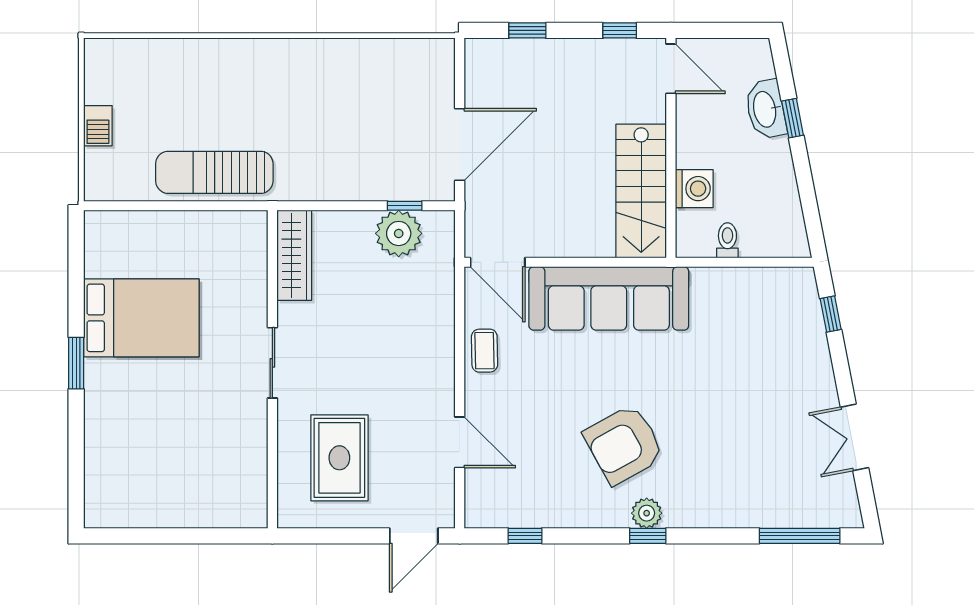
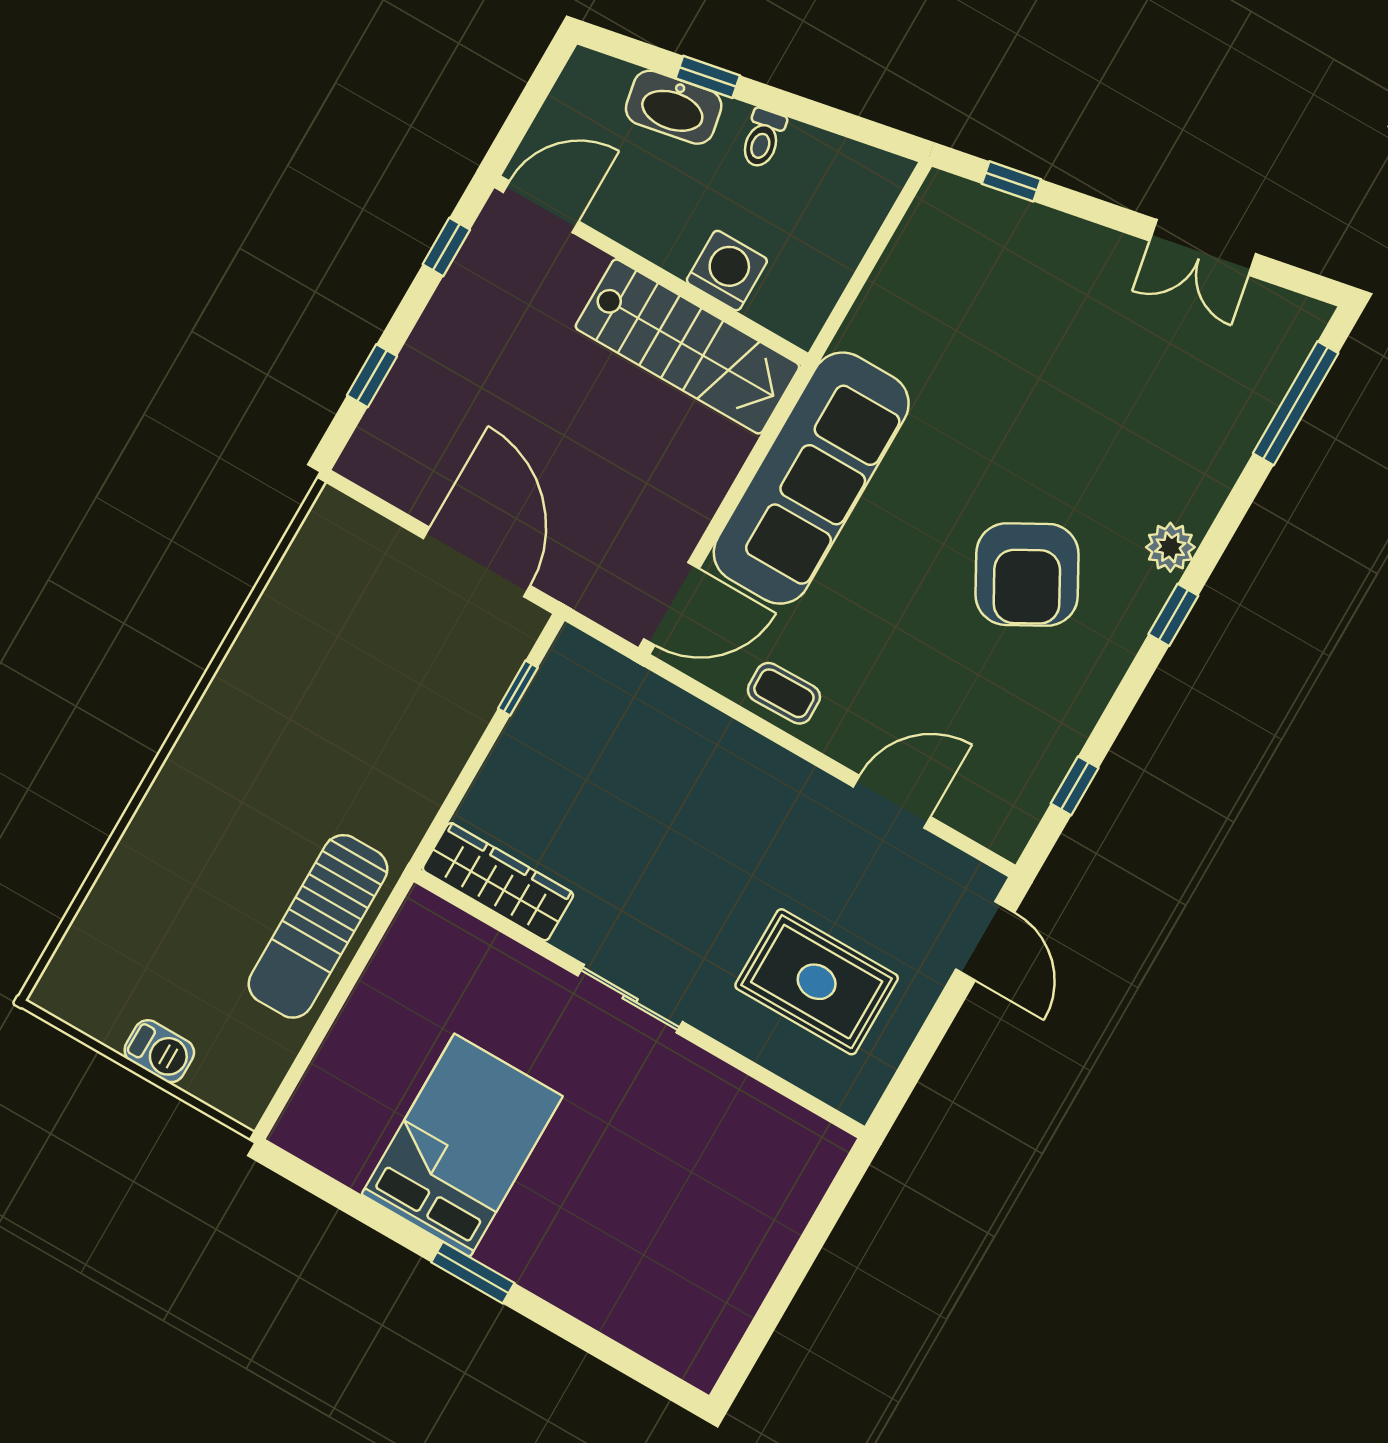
plant: (399, 233) -> (552, 719), removed
toilet: (727, 240) -> (763, 138), moved, turned -101
plant: (647, 513) -> (1170, 547), moved

